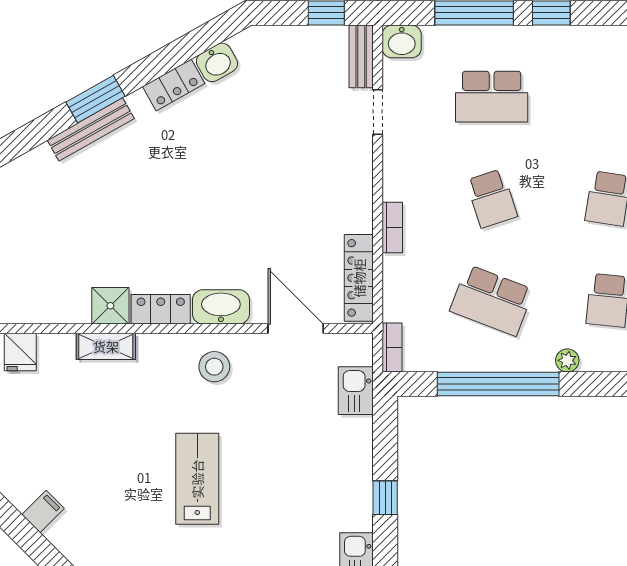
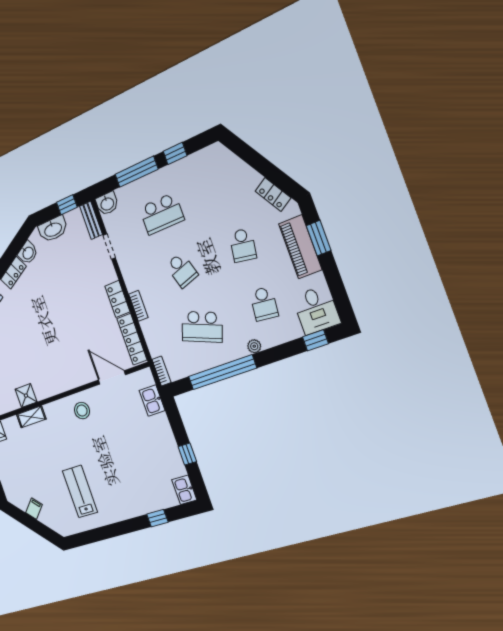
washbasin: (221, 307) -> (53, 229), moved, turned 180
locker: (161, 309) -> (117, 299), moved, turned -90
lab bench: (197, 479) -> (80, 491), moved

